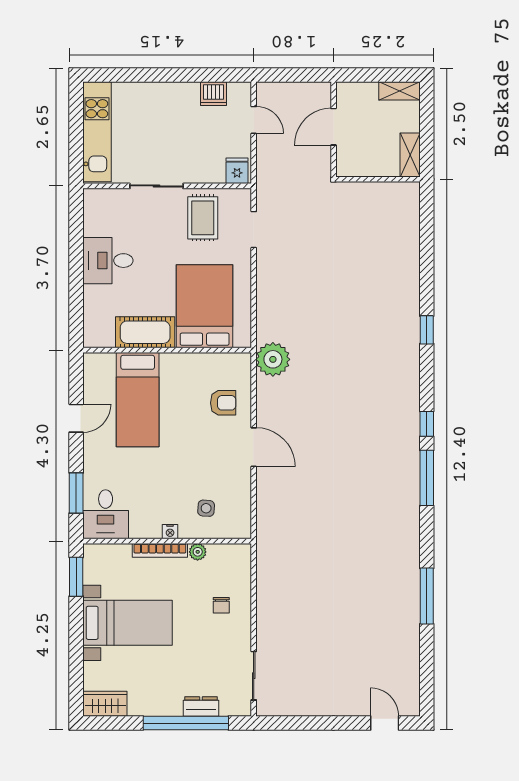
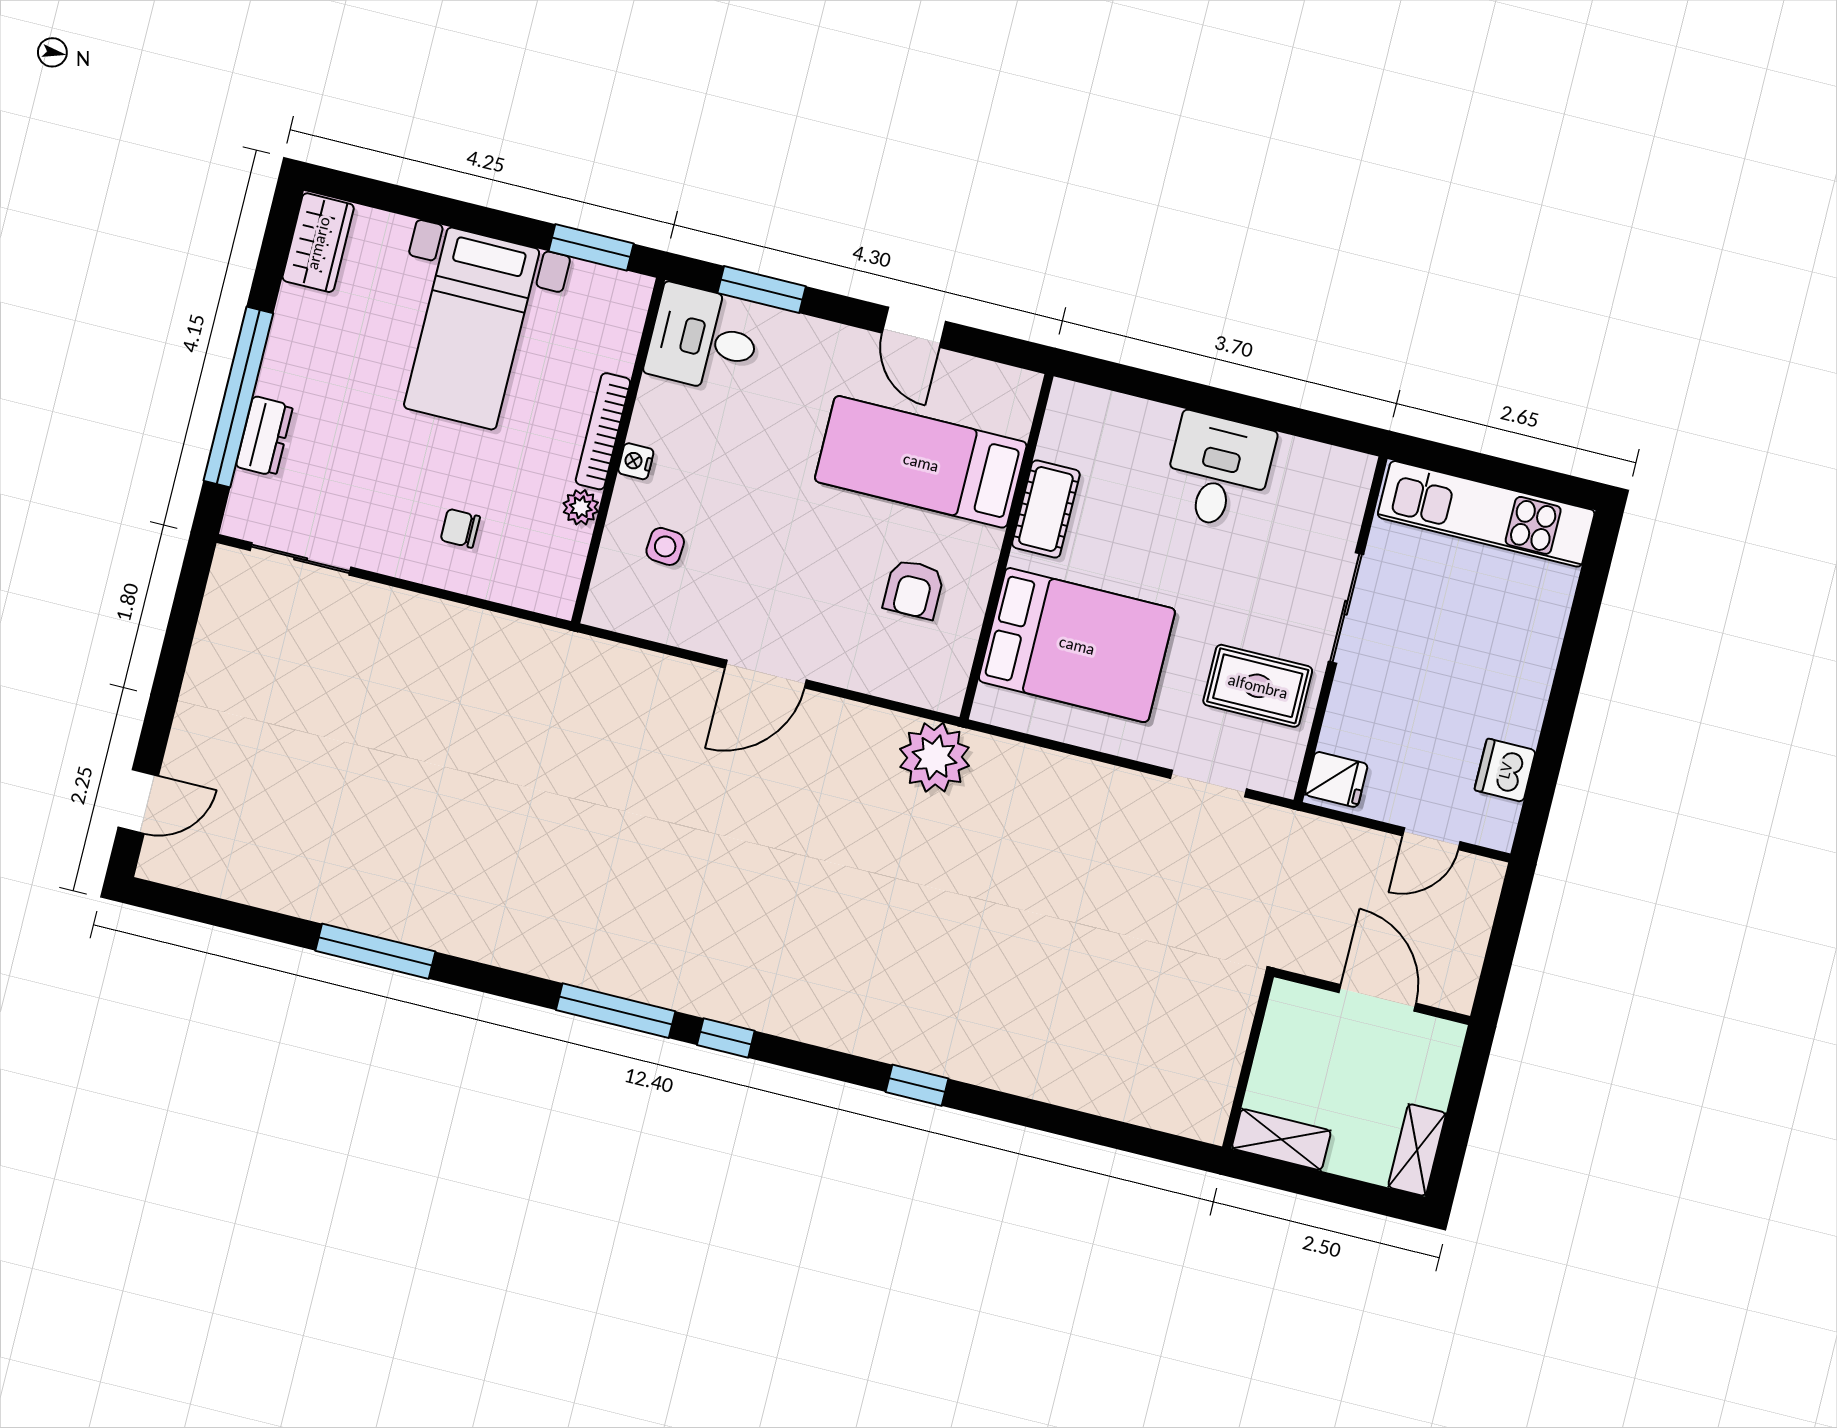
cot: (145, 332) -> (1046, 509), width x0.73, depth x0.75
armchair: (223, 403) -> (914, 589), moved

